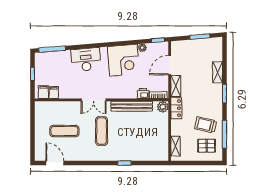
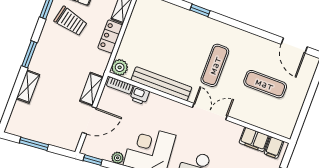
filing cabinet: (54, 93) -> (254, 139), width x2.00
locker: (176, 108) -> (110, 37), moved

